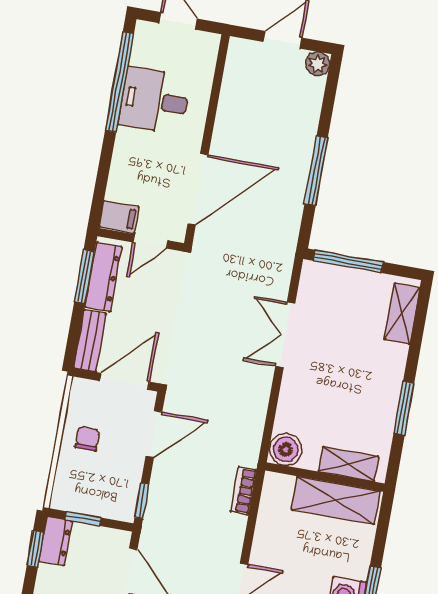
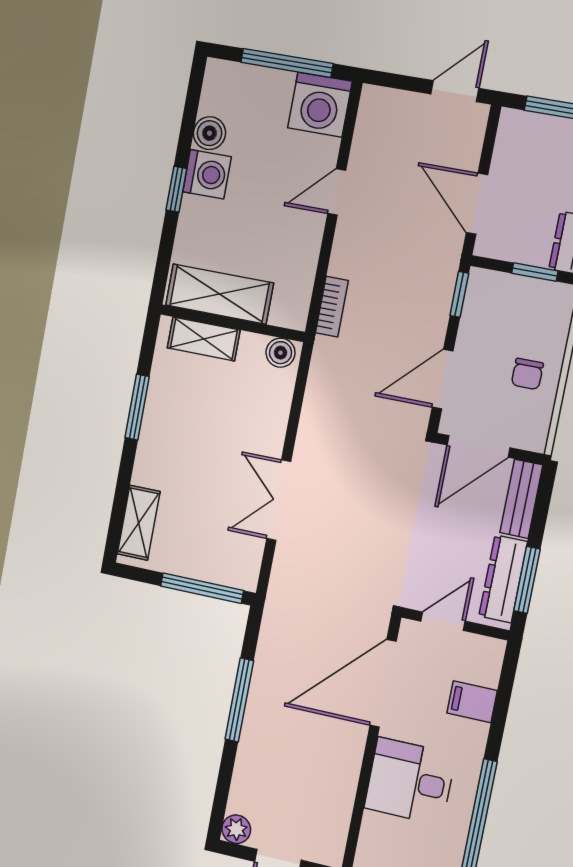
desk: (155, 101) -> (410, 781), moved, turned 180
filing cabinet: (119, 217) -> (472, 702), moved
double door: (285, 335) -> (279, 500), swing flipped
boiler: (286, 449) -> (281, 353), width x0.73, depth x0.73

